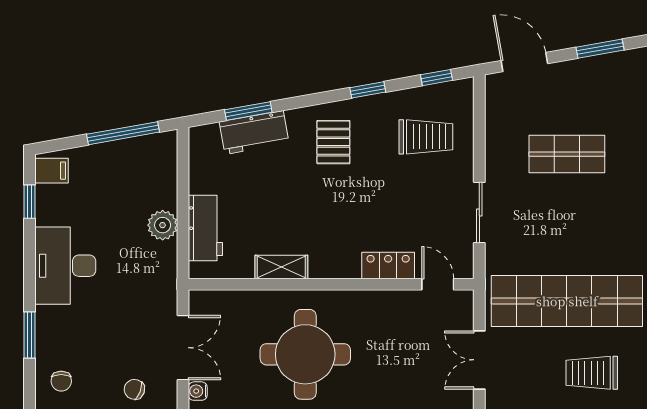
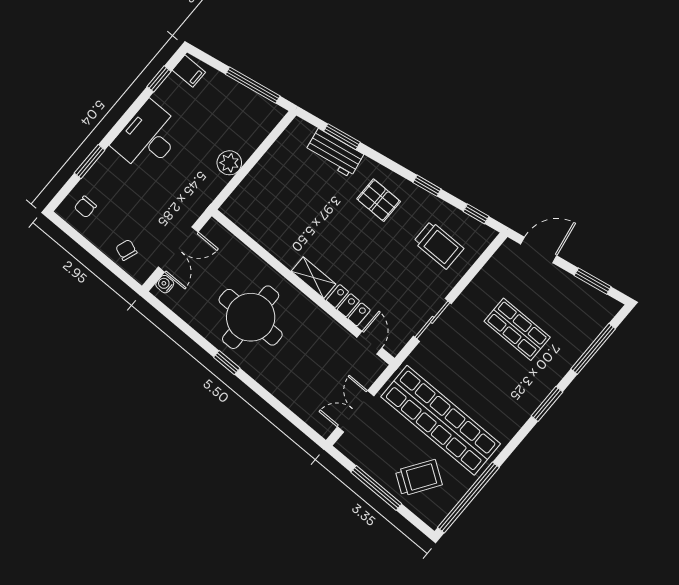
door: (524, 62) -> (539, 250), hinge flipped
pallet: (333, 142) -> (379, 200), turned 90
workbench: (205, 228) -> (254, 187), removed
shelving: (281, 267) -> (314, 278), moved
trolley: (592, 373) -> (419, 478), turned 124

